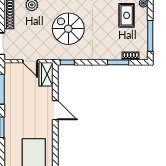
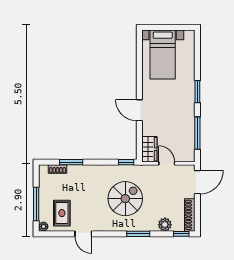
spiral stairs: (68, 29) -> (125, 199), turned -90
window: (150, 36) -> (36, 204), moved

